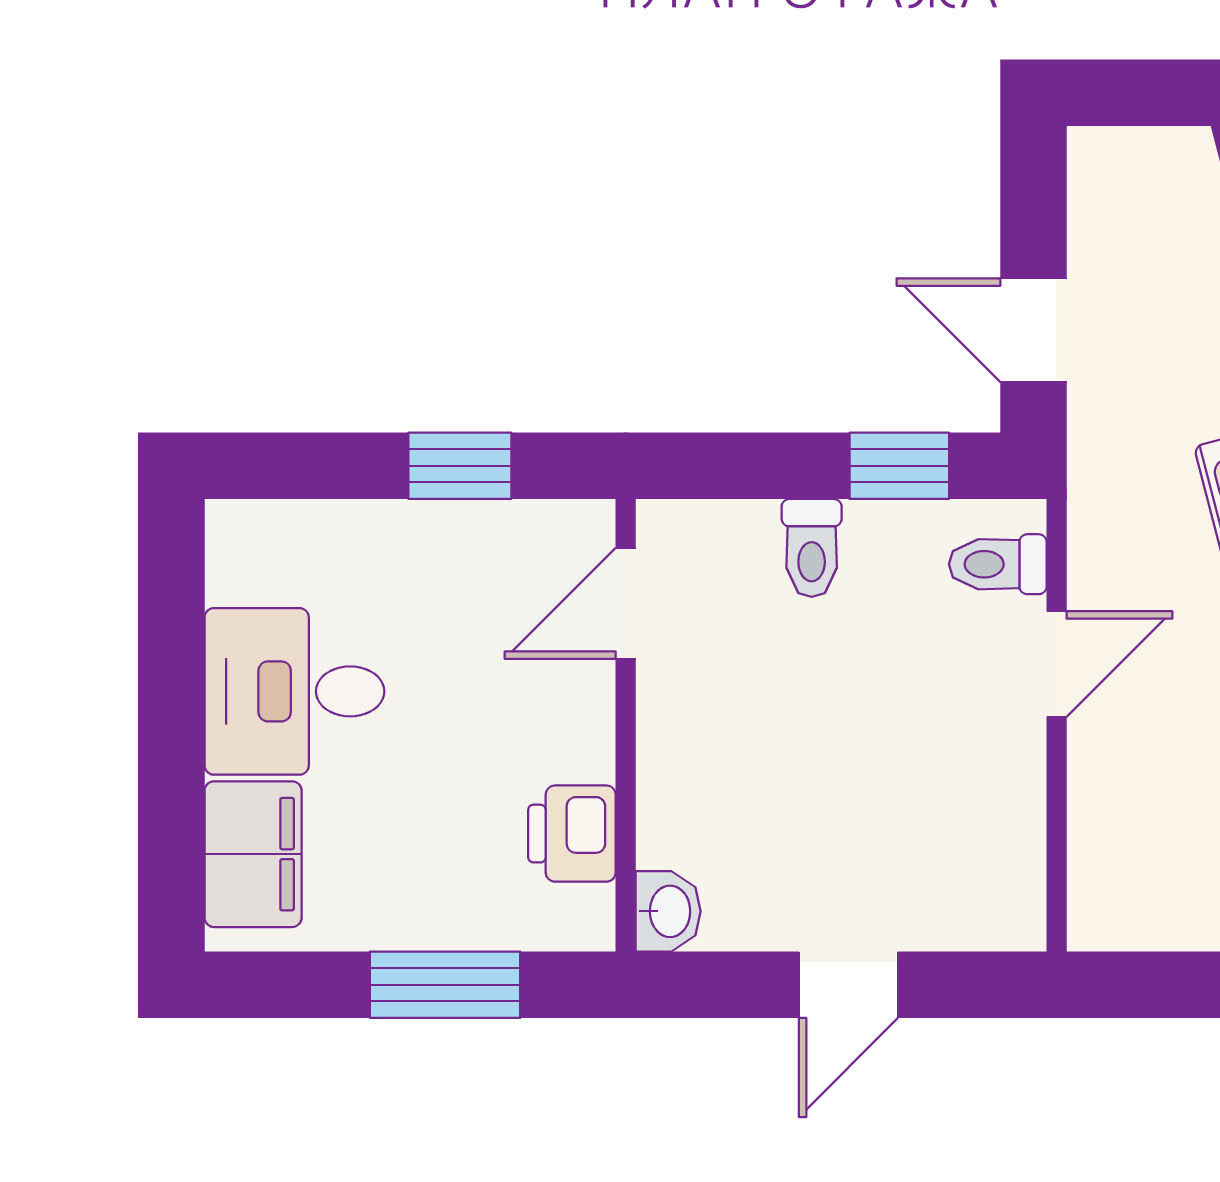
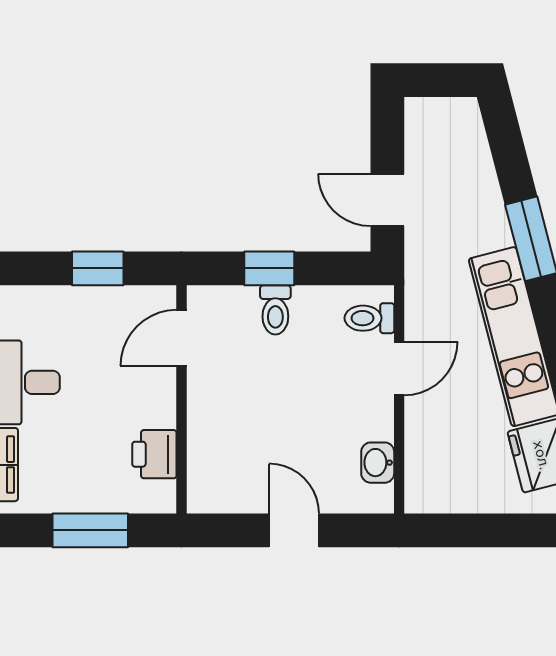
window: (899, 466) -> (269, 268), moved
washbasin: (668, 911) -> (378, 463), moved, turned 180
door: (848, 985) -> (294, 530), swing flipped

